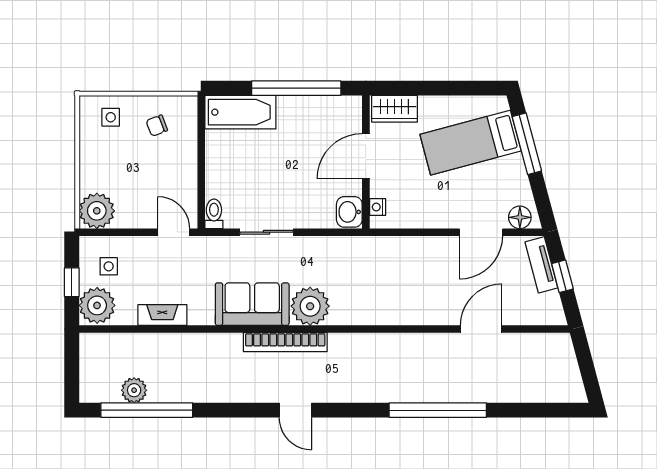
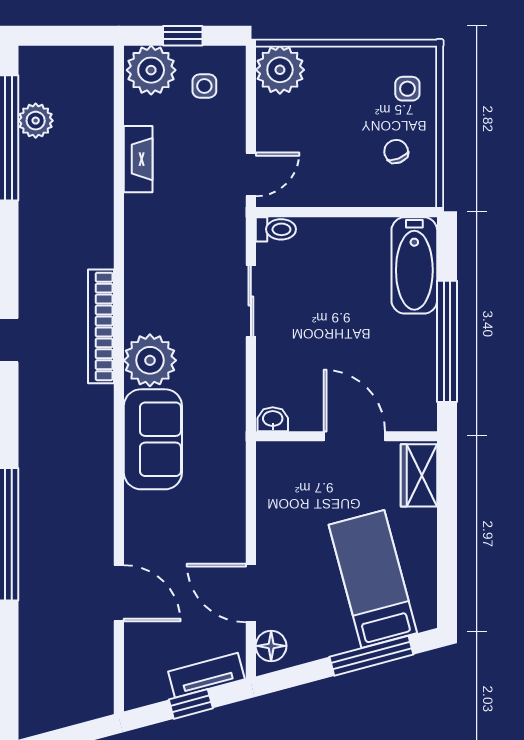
nightstand: (378, 207) -> (285, 452), removed
washbasin: (349, 212) -> (273, 419), width x0.72, depth x0.69
sofa: (252, 304) -> (153, 439), moved

